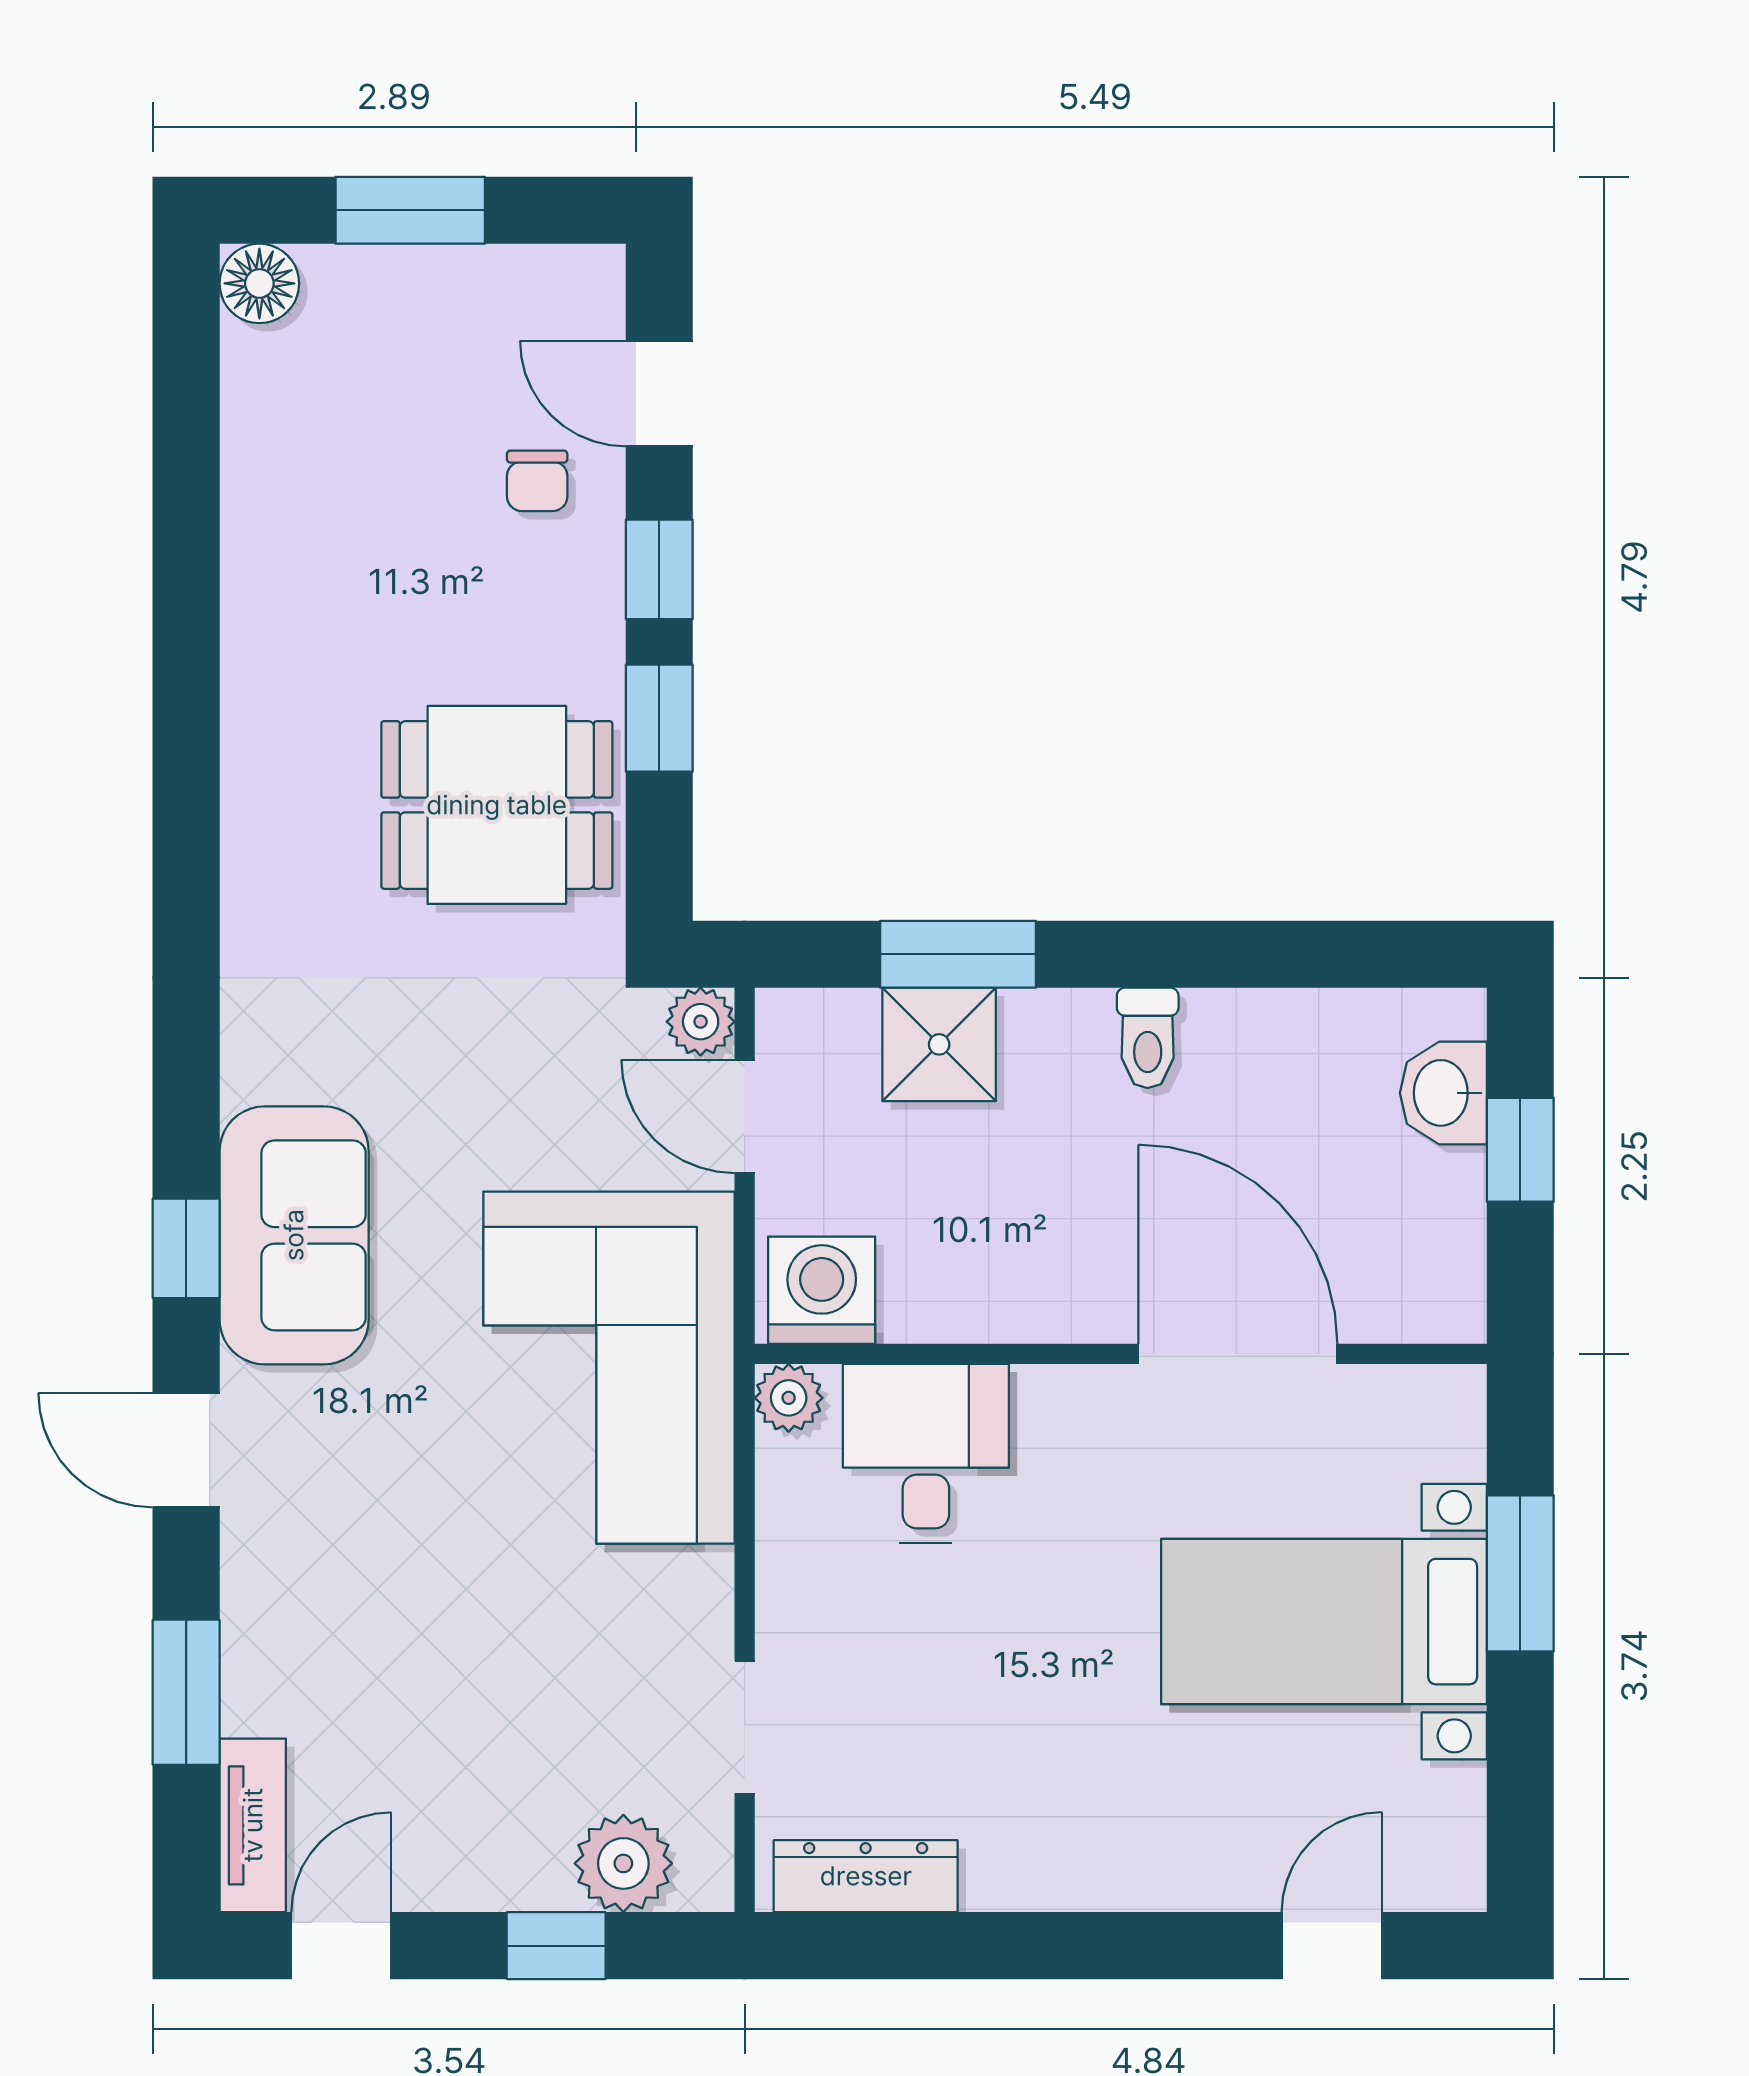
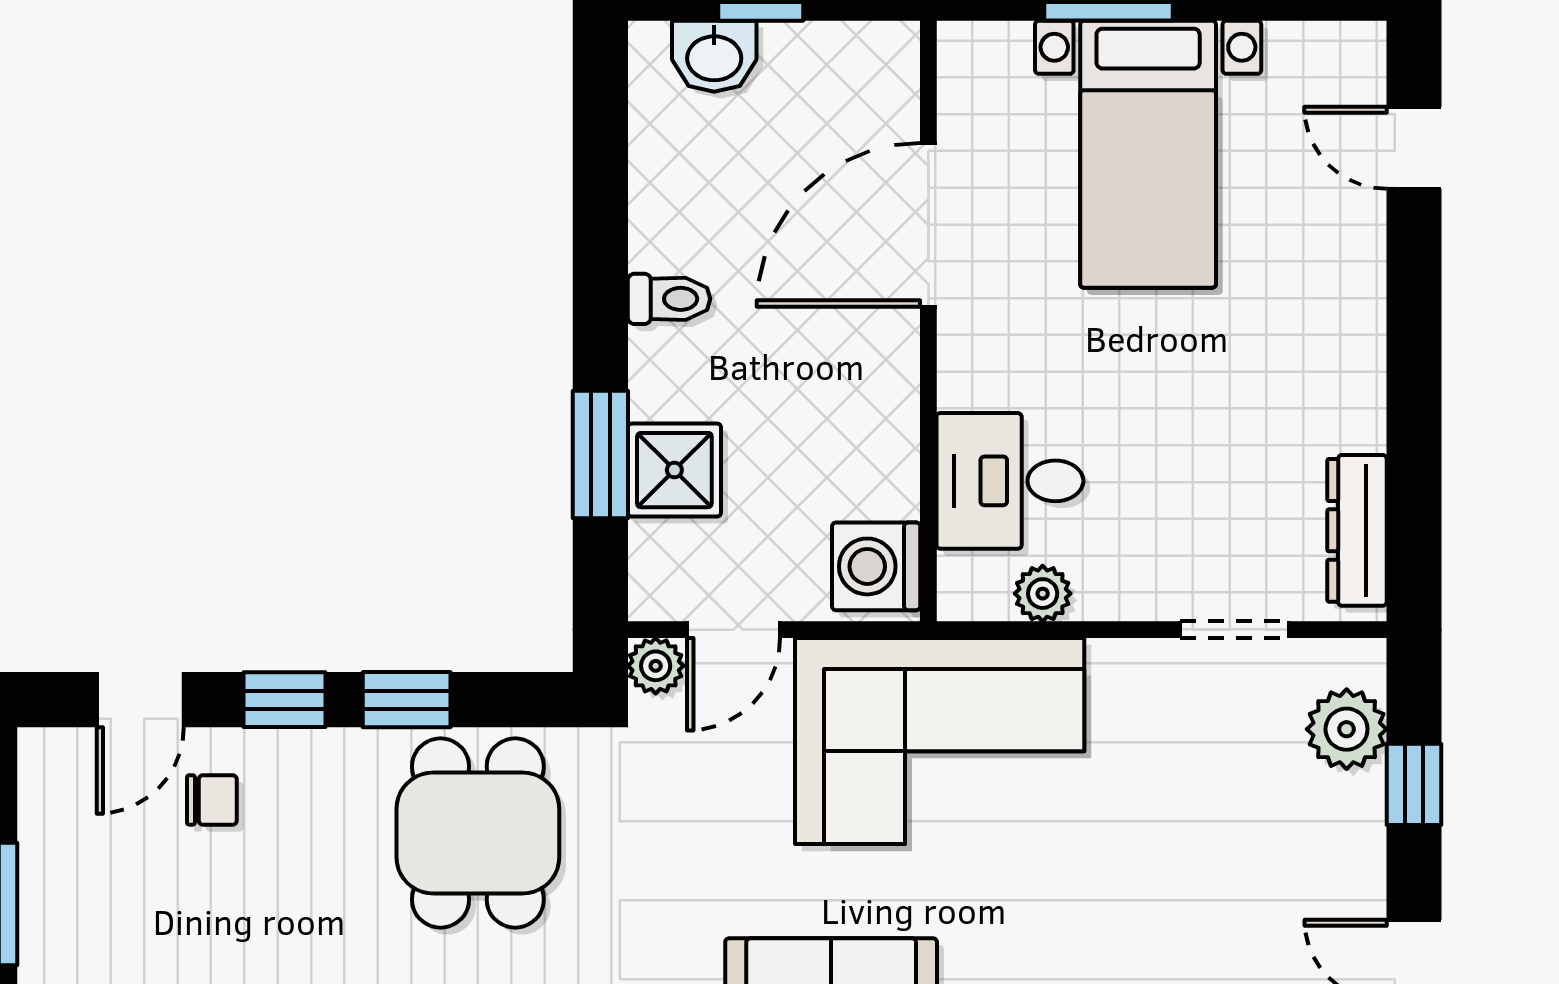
plant: (789, 1398) -> (1043, 594), moved

